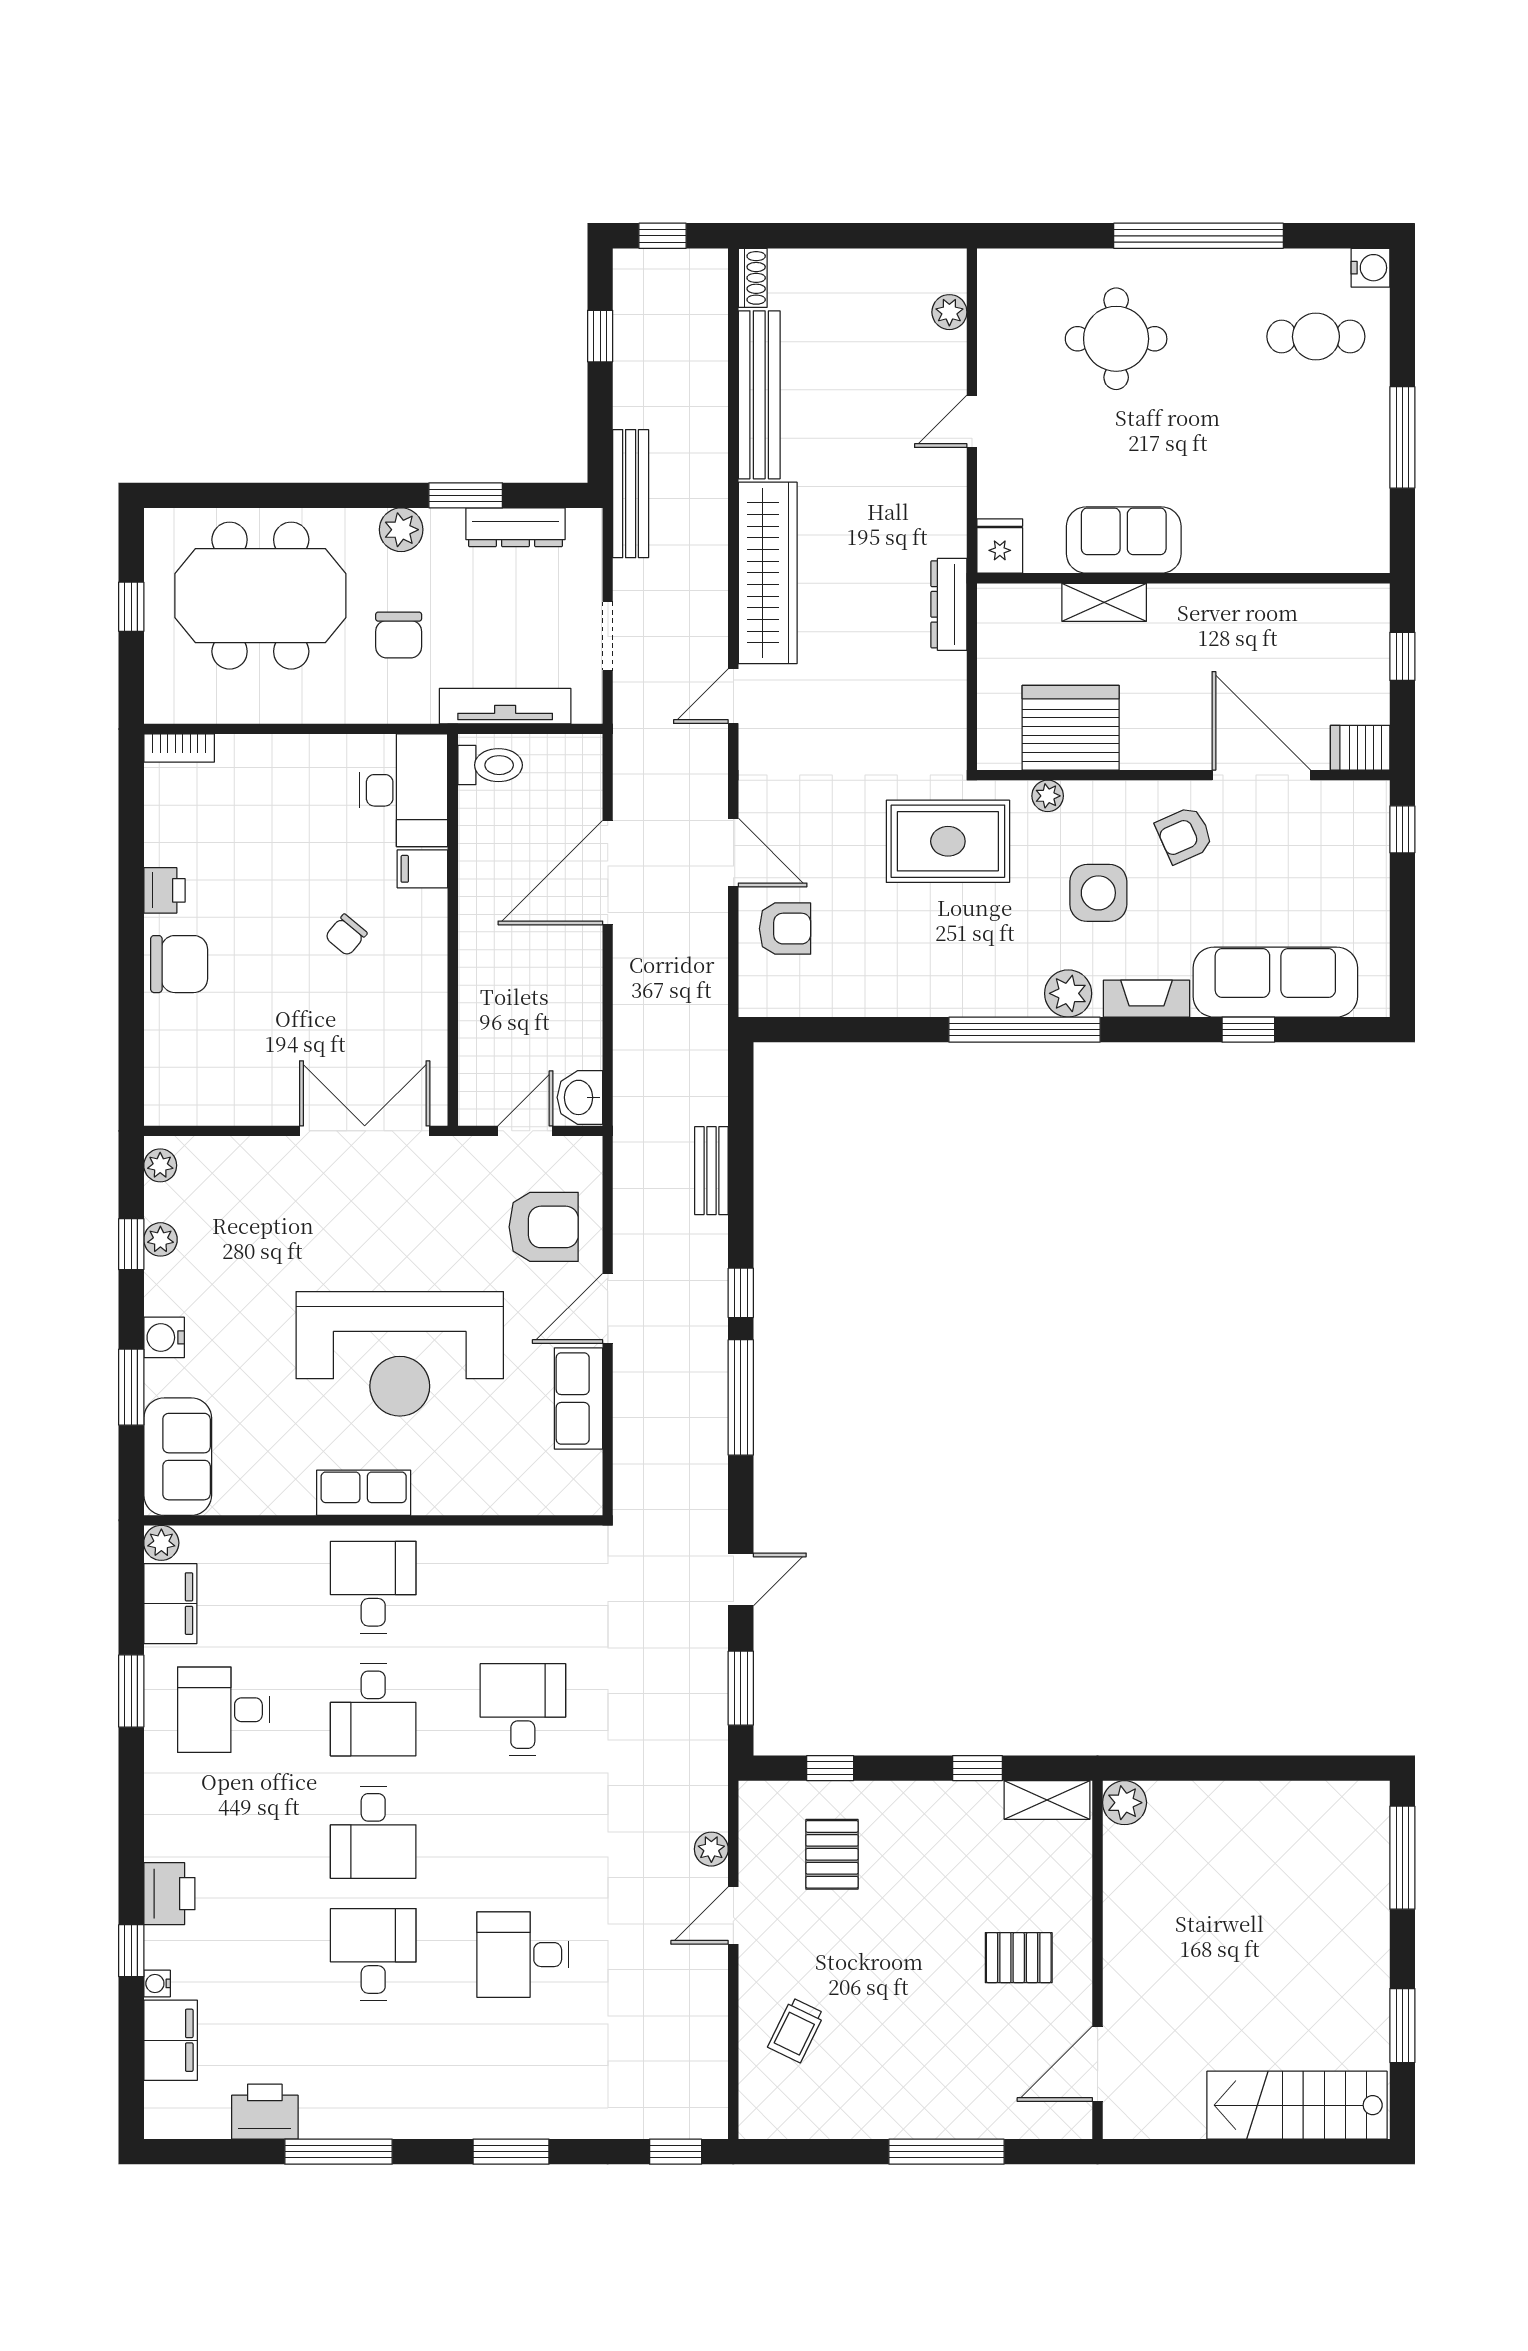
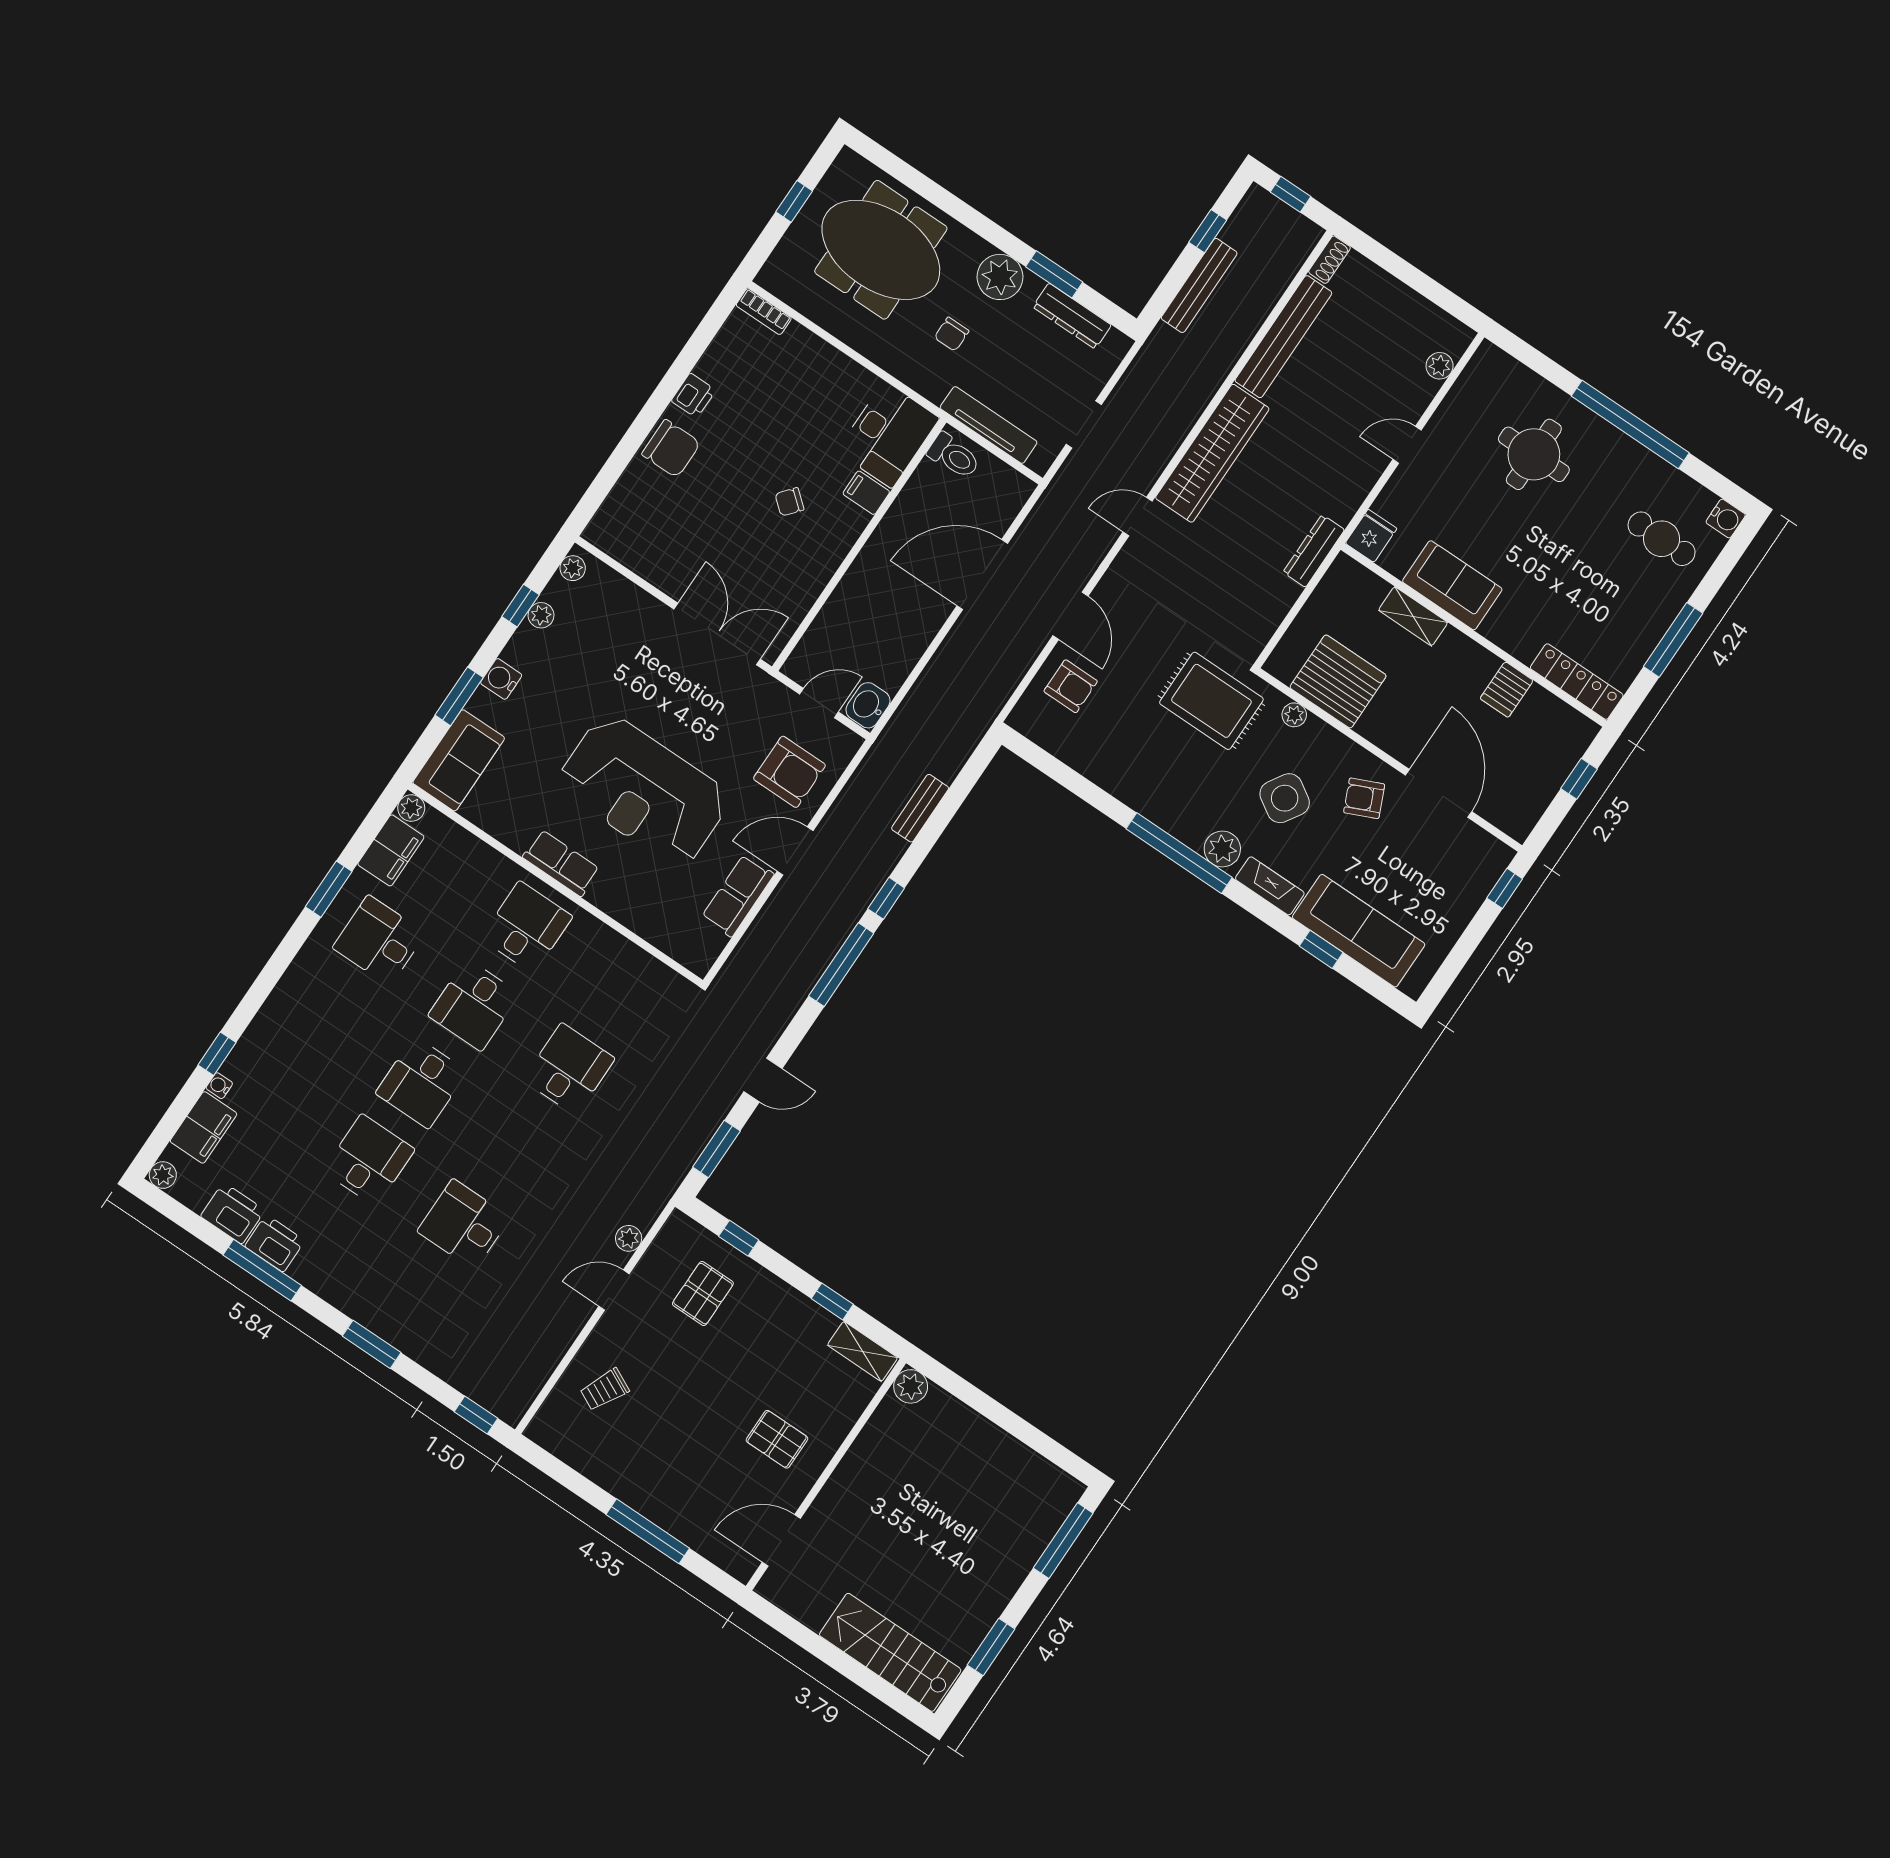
bench: (631, 494) -> (1199, 285), moved
plant: (401, 530) -> (1000, 277), width x1.36, depth x1.36
locker: (1329, 553) -> (1577, 682), added
chair: (399, 635) -> (952, 334), width x0.73, depth x0.73
server rack: (1360, 748) -> (1507, 690), moved, turned -90
side table: (1098, 893) -> (1285, 798), turned 32
printer: (169, 1894) -> (275, 1243), moved, turned -90
plant: (161, 2122) -> (163, 1175), added

